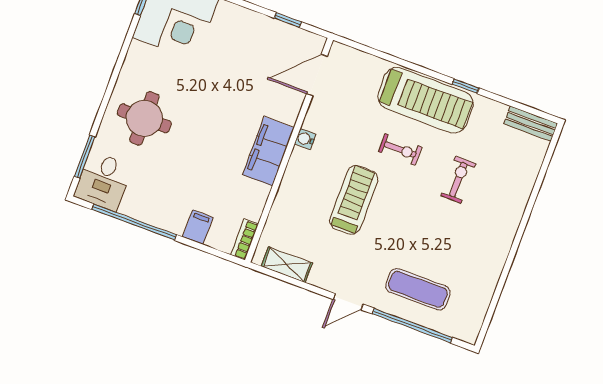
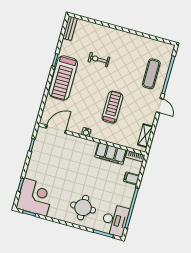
door: (317, 75) -> (56, 129), swing flipped
treadmill: (426, 100) -> (63, 78), turned 180
exercise bike: (400, 149) -> (87, 88), removed
filing cabinet: (268, 151) -> (111, 153), moved
desk: (103, 181) -> (115, 220), width x1.37
treadmill: (354, 200) -> (112, 107), turned 90

